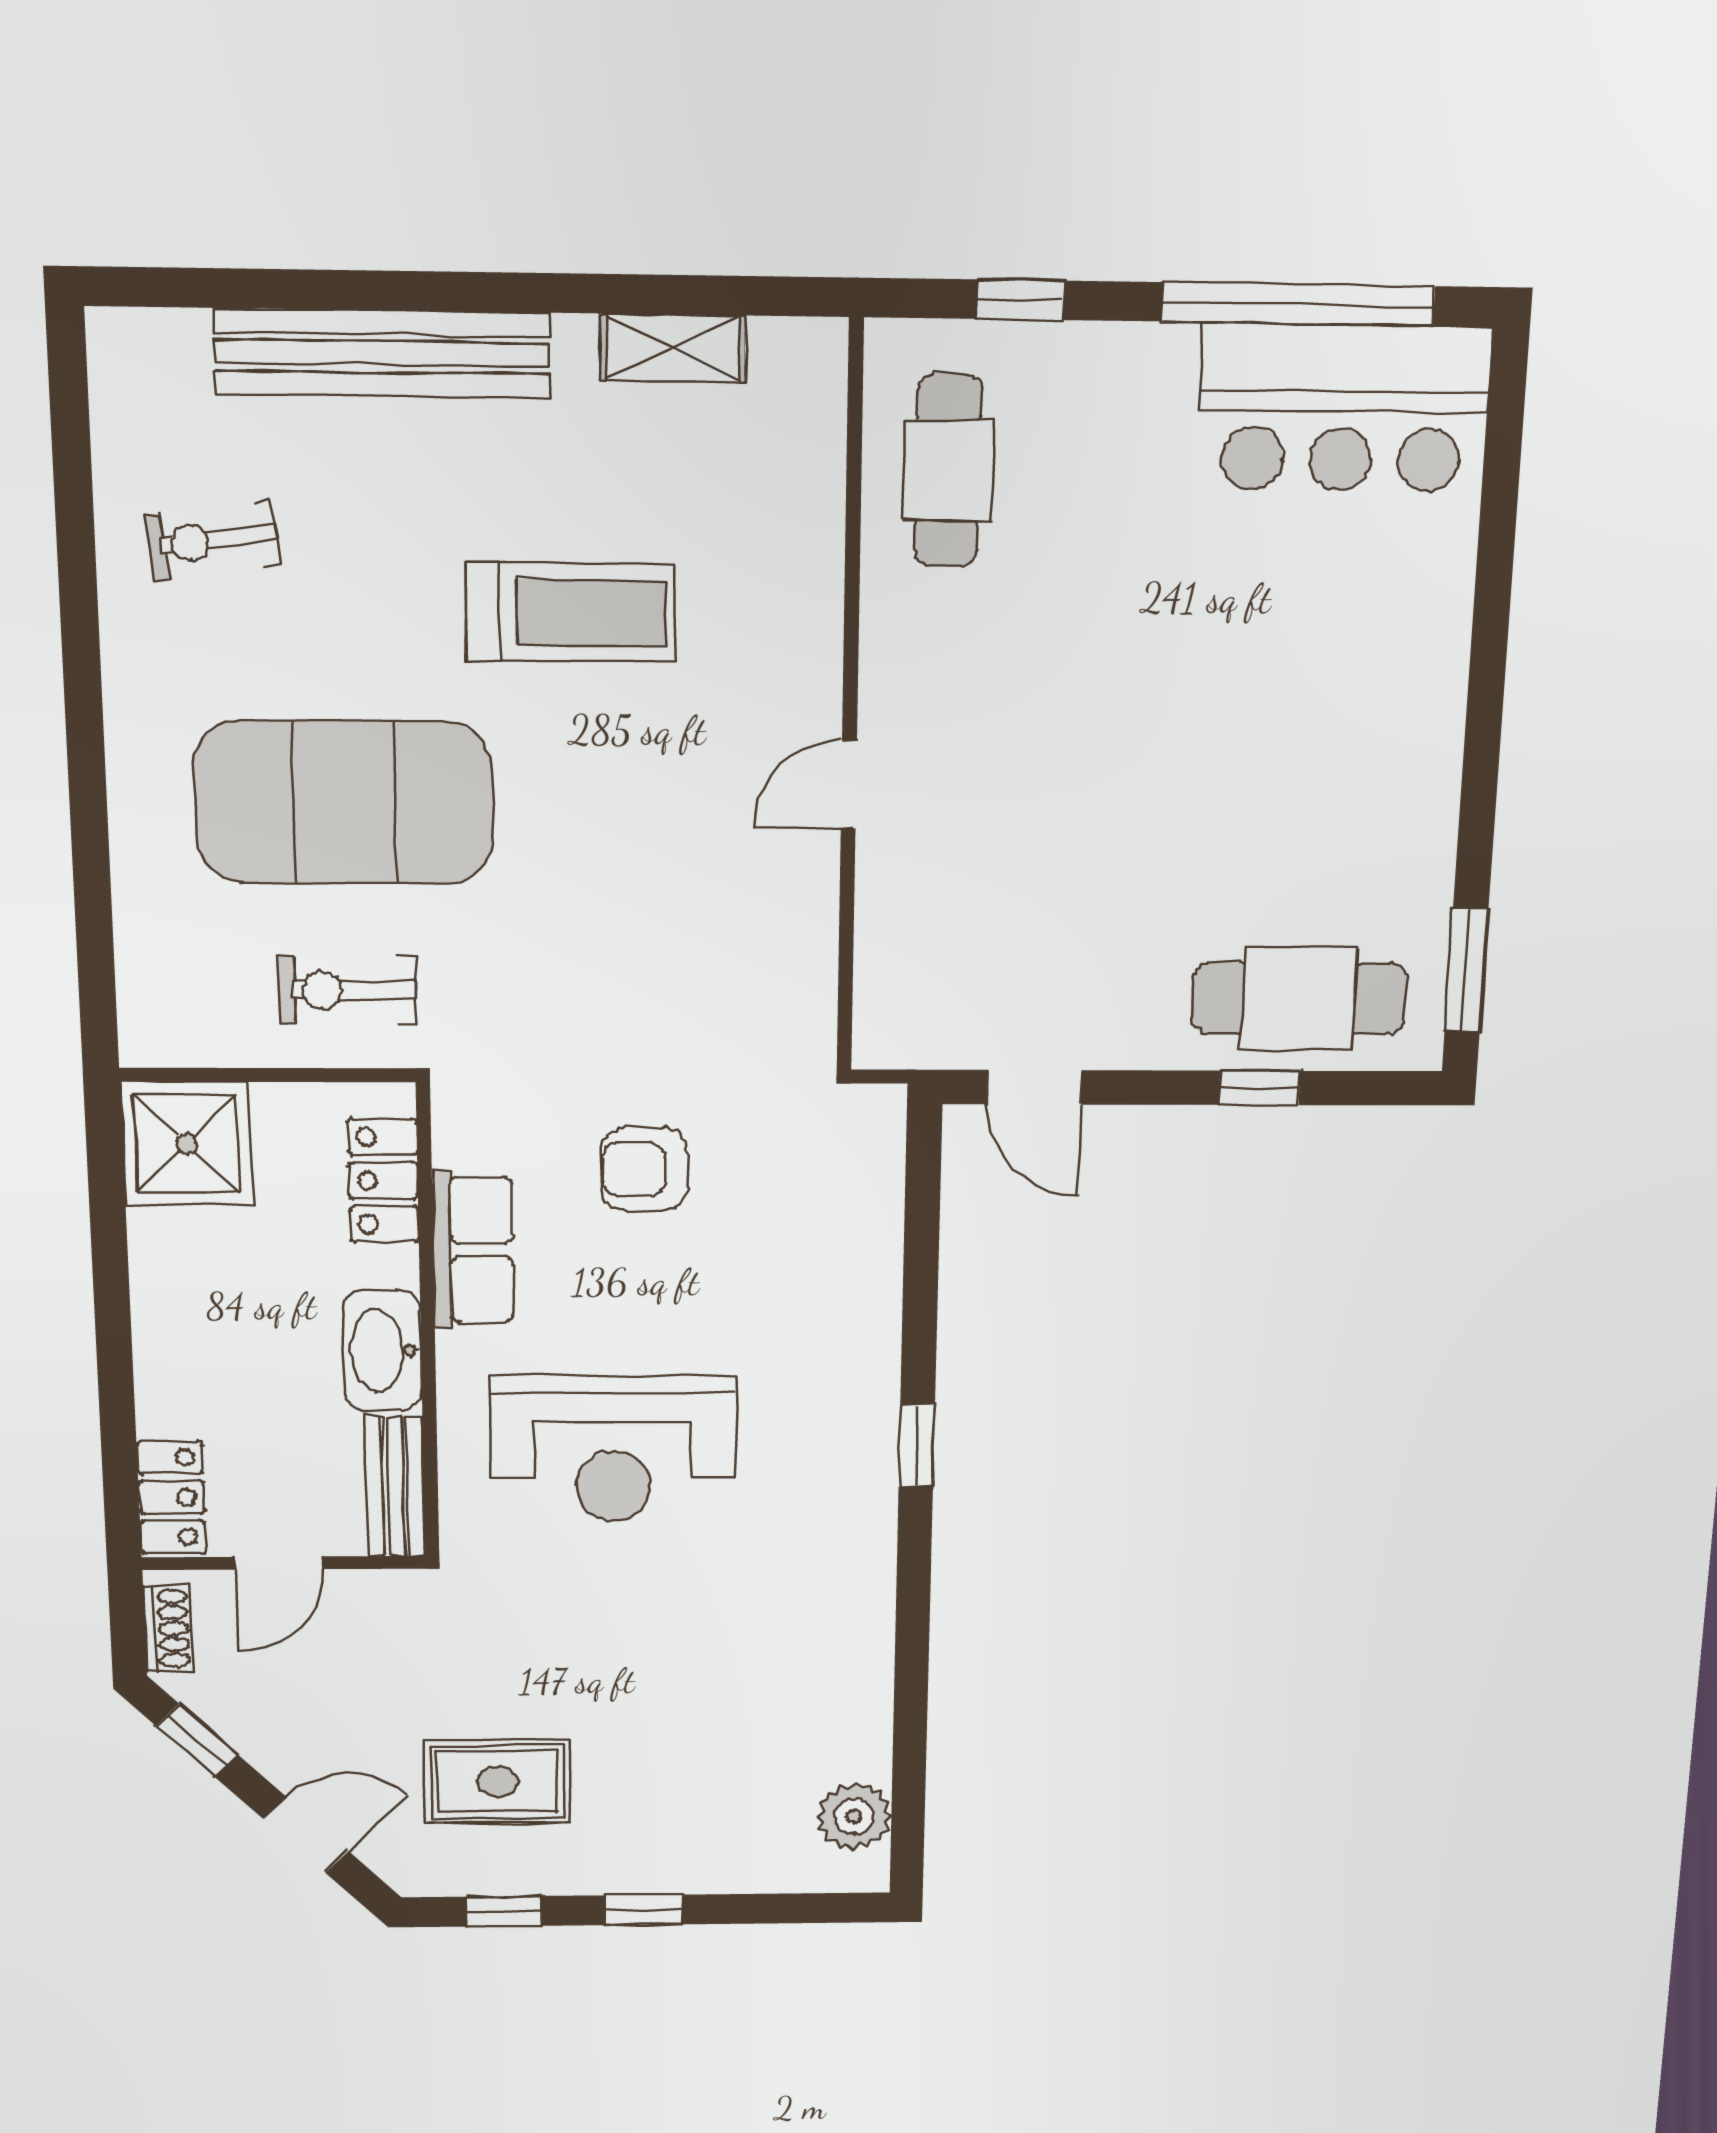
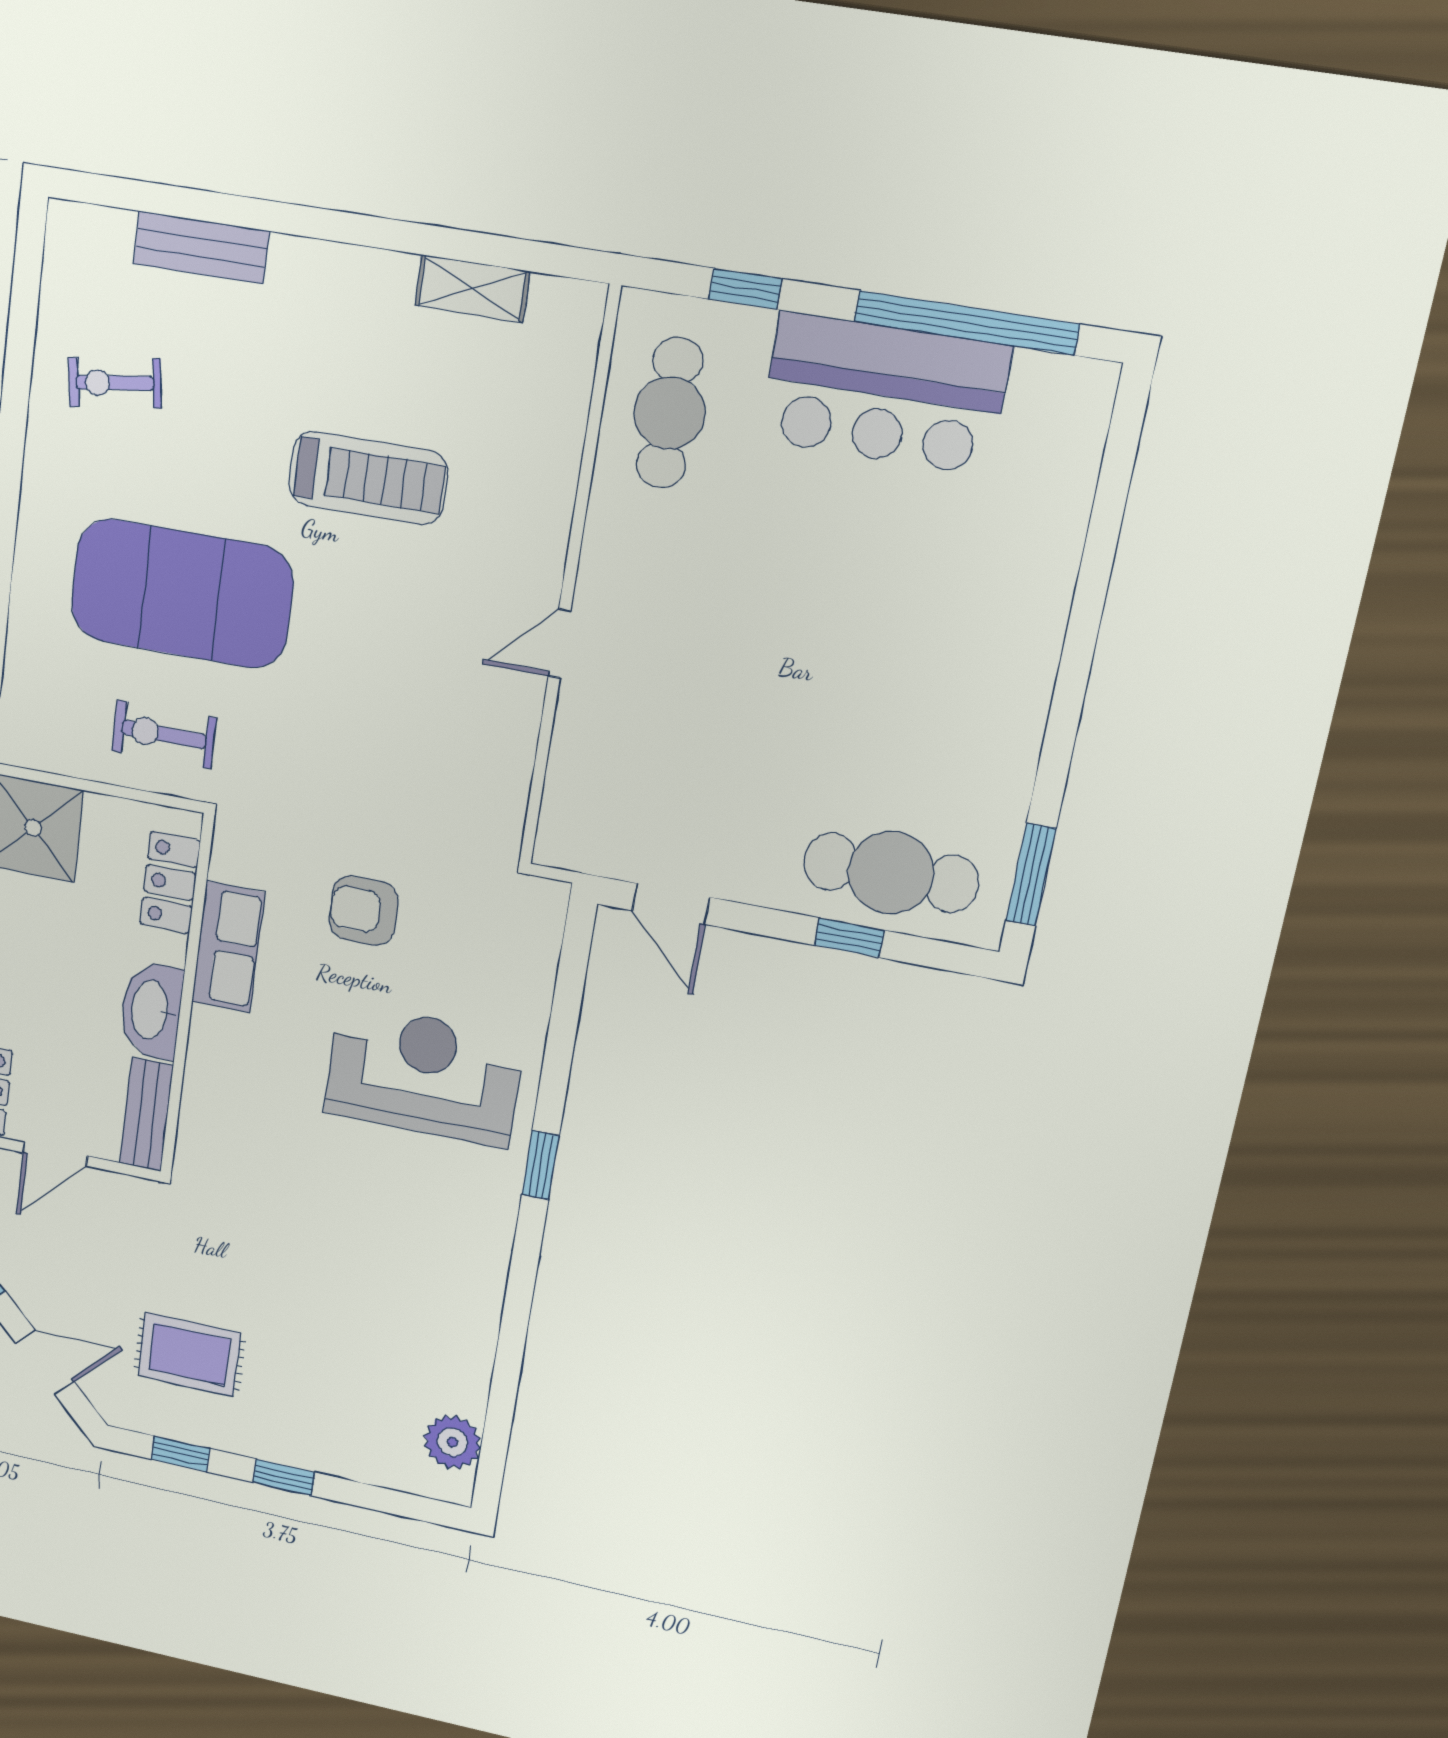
bench: (382, 353) -> (201, 247), width x0.54, depth x0.82
bar counter: (1343, 408) -> (884, 393), moved
reception desk: (614, 1449) -> (424, 1075), moved, turned 180

